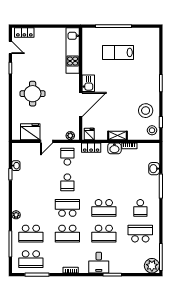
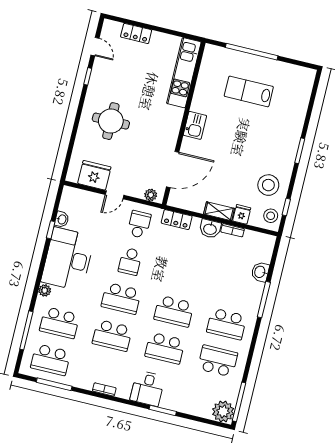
locker: (24, 32) -> (136, 33), moved
door: (81, 105) -> (173, 169), moved
fridge: (89, 134) -> (242, 214), moved
desk: (26, 191) -> (68, 259), added
school desk: (67, 208) -> (121, 298), turned 180
school desk: (140, 208) -> (227, 324), width x1.85

